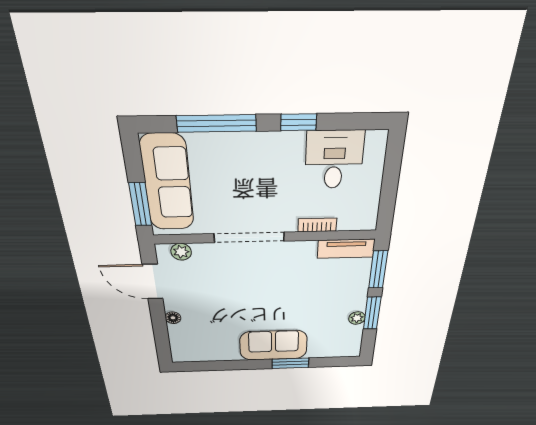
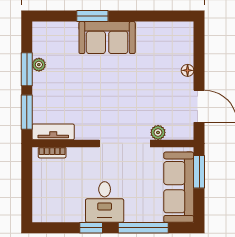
desk: (334, 160) -> (105, 202), moved
bookcase: (317, 225) -> (52, 153), moved
plant: (181, 252) -> (158, 132), moved

